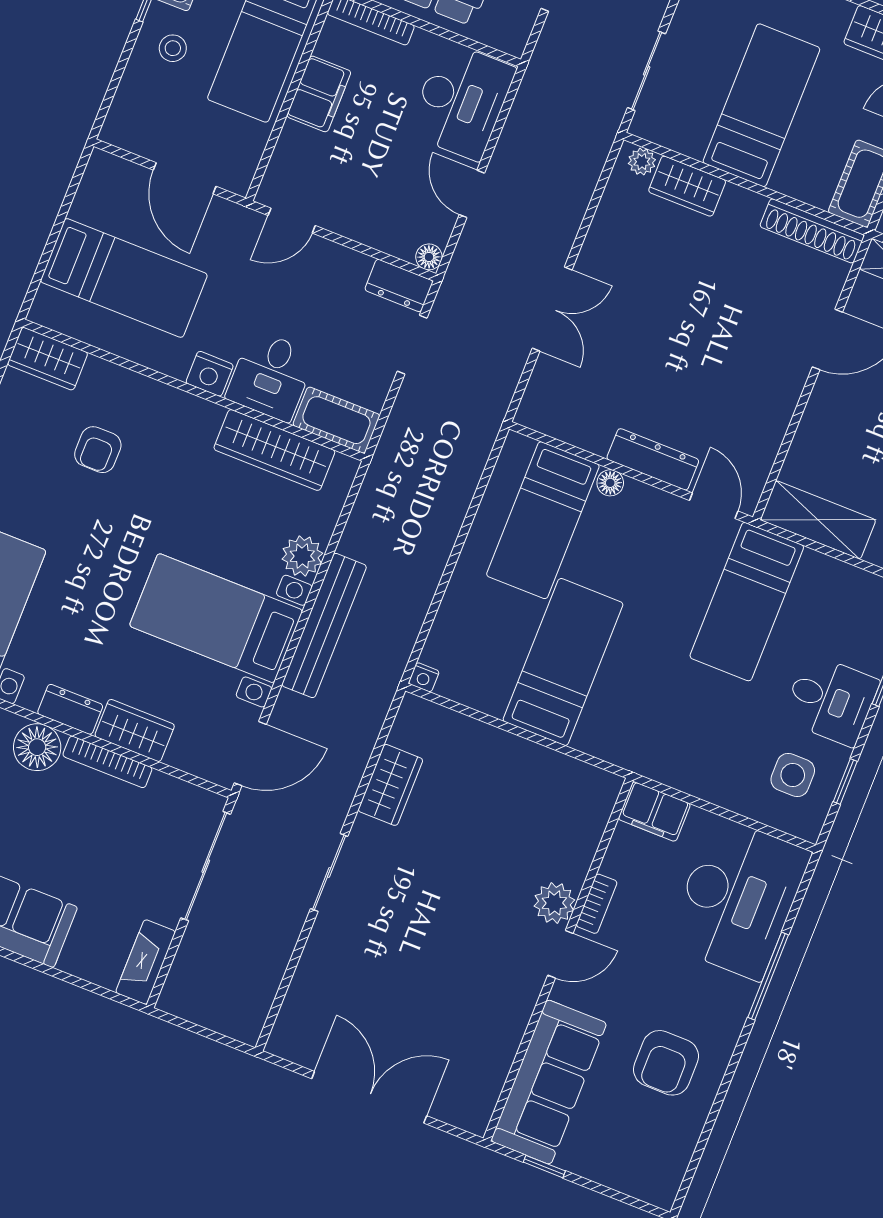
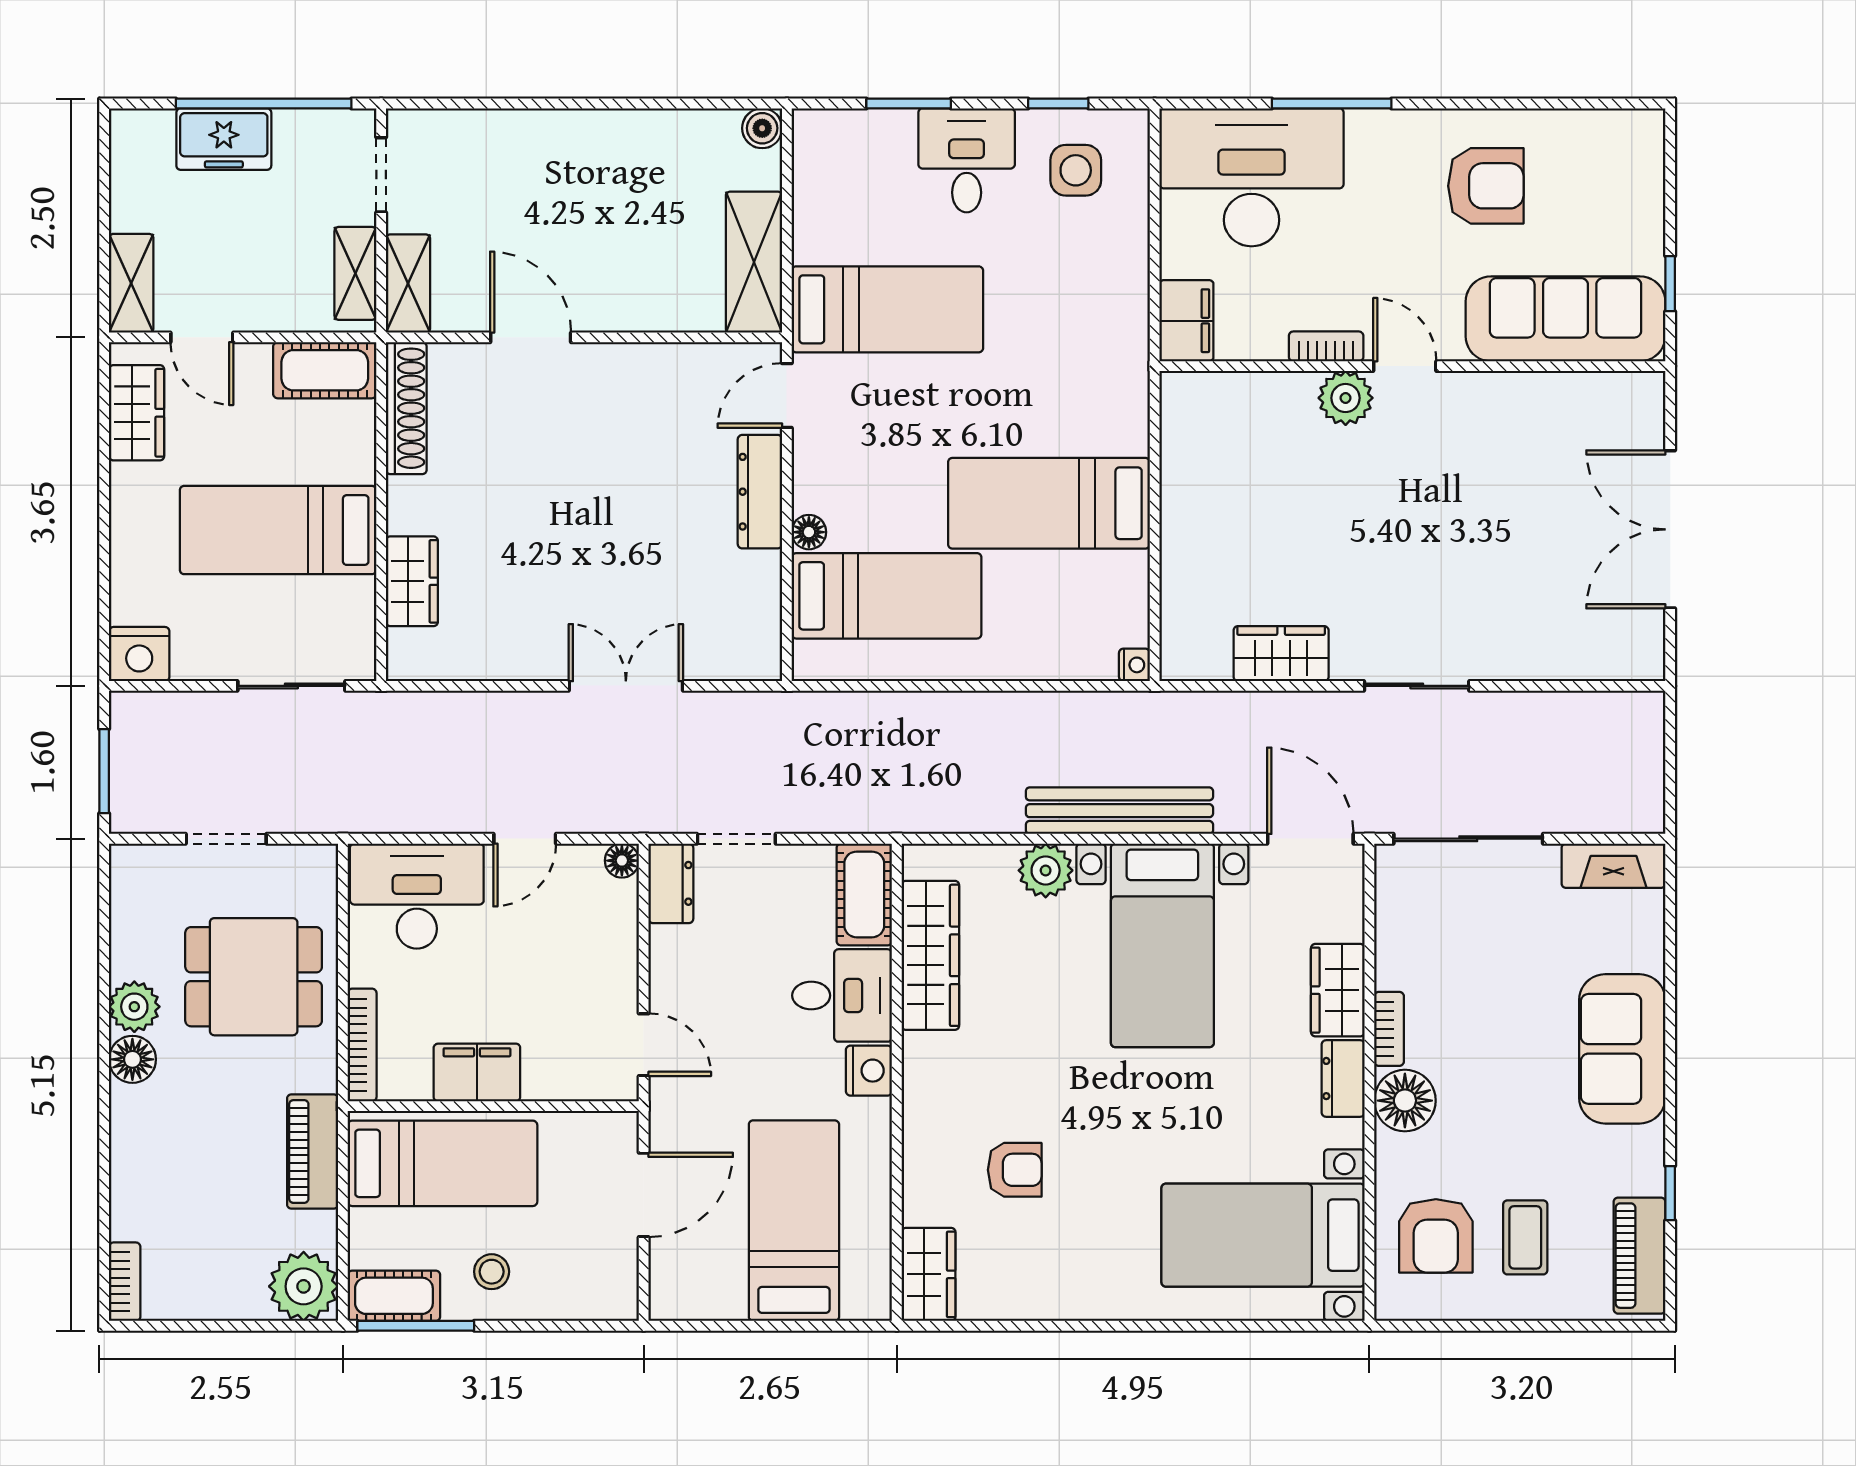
plant: (642, 162) -> (404, 648), removed
bookcase: (107, 762) -> (1389, 1029), width x0.64

